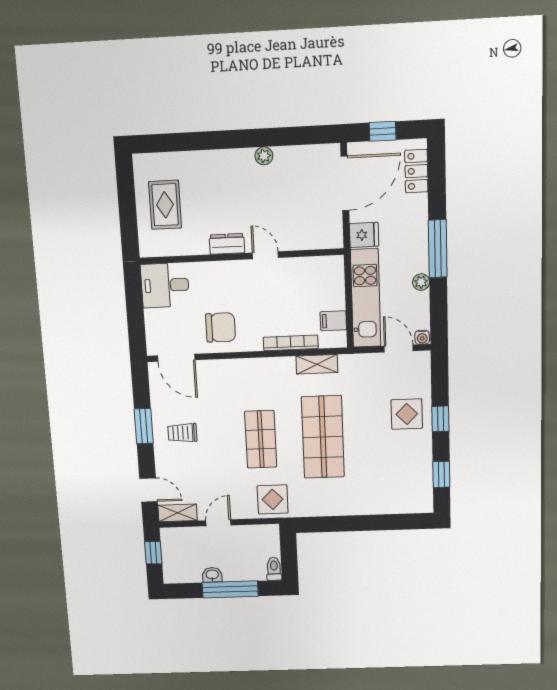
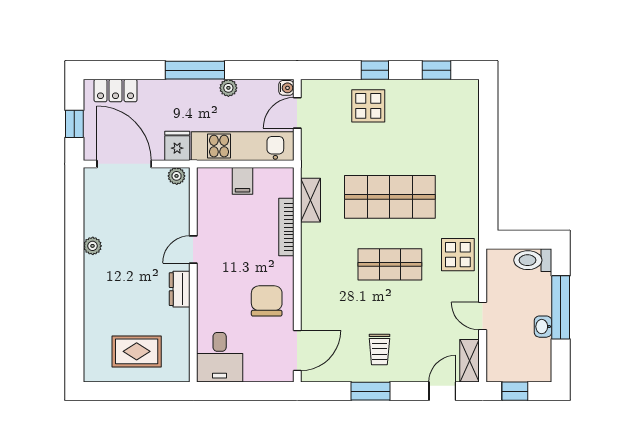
plant: (335, 236) -> (177, 176), added
filing cabinet: (333, 321) -> (242, 181), moved
toilet: (274, 569) -> (533, 260), width x1.37, depth x1.39

